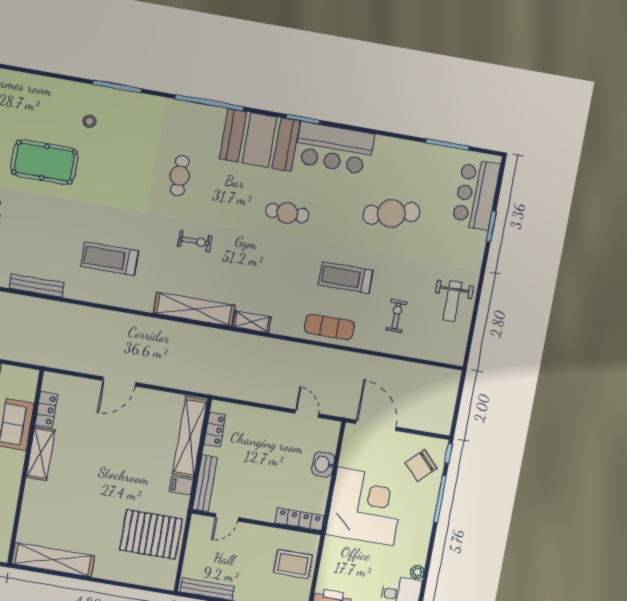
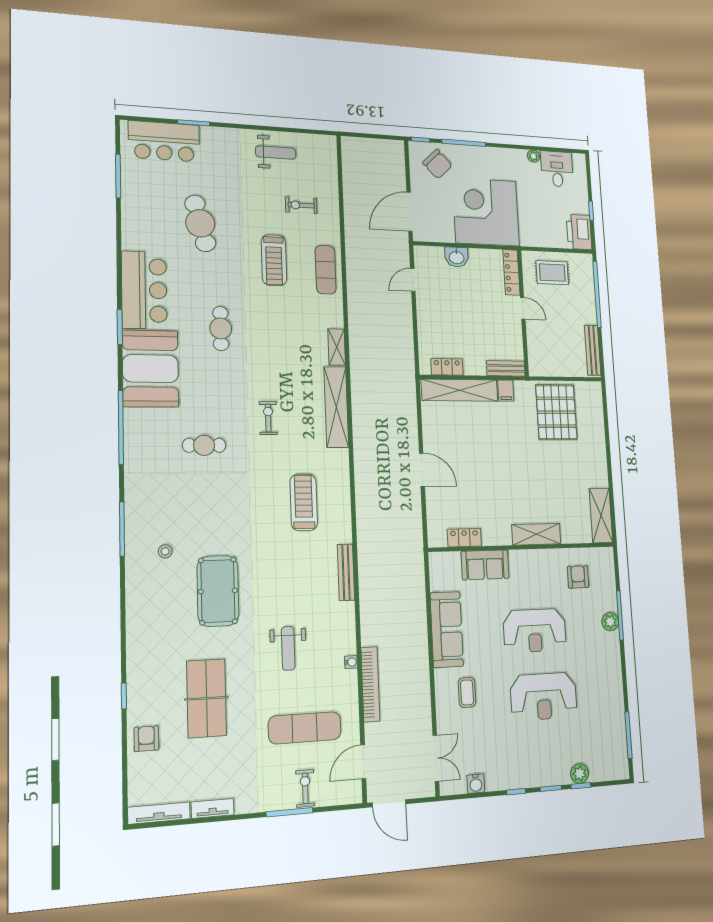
treadmill: (110, 259) -> (304, 502), turned 180
shelving: (40, 454) -> (536, 534), moved
bench: (205, 483) -> (506, 368), width x0.73
door: (227, 517) -> (523, 308), moved
shelving: (53, 560) -> (601, 515), width x0.68
rug: (293, 564) -> (552, 273), turned 90

